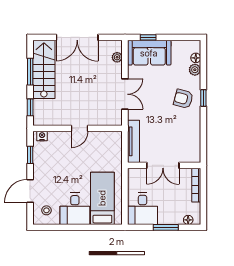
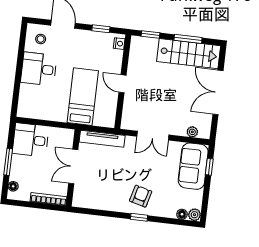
plant: (195, 70) -> (195, 215), moved
bed: (102, 198) -> (83, 97), moved, turned -90

